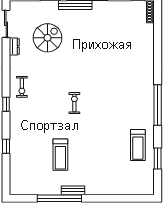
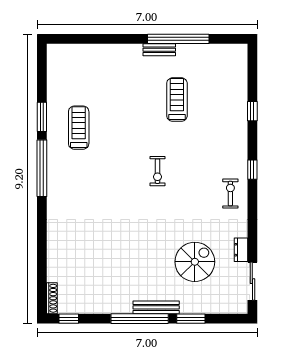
spiral stairs: (47, 38) -> (195, 262), turned 180
treadmill: (138, 145) -> (79, 128), moved
window: (158, 158) -> (42, 117), moved

